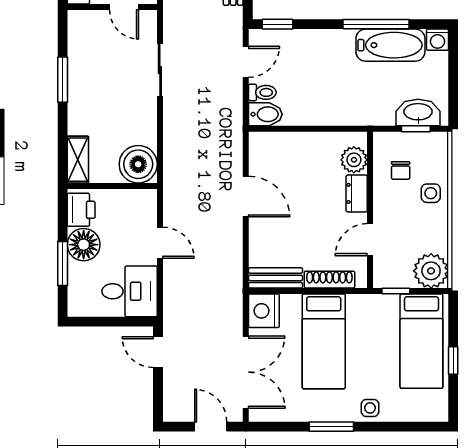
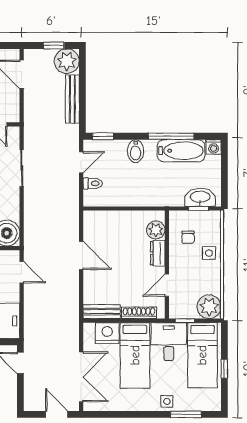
bidet: (265, 114) -> (136, 151), moved, turned 90
door: (160, 243) -> (22, 272), moved
nightstand: (264, 311) -> (107, 333), moved, turned 90
desk: (373, 322) -> (169, 342), added
window: (331, 427) -> (186, 414), moved

